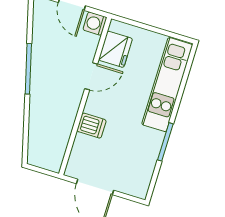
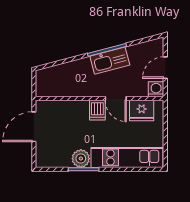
kitchen sink: (43, 69) -> (110, 61), added
dishwasher: (91, 126) -> (97, 110), moved
plant: (151, 141) -> (81, 159), added

